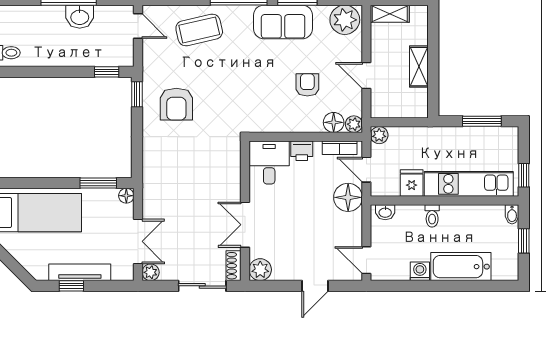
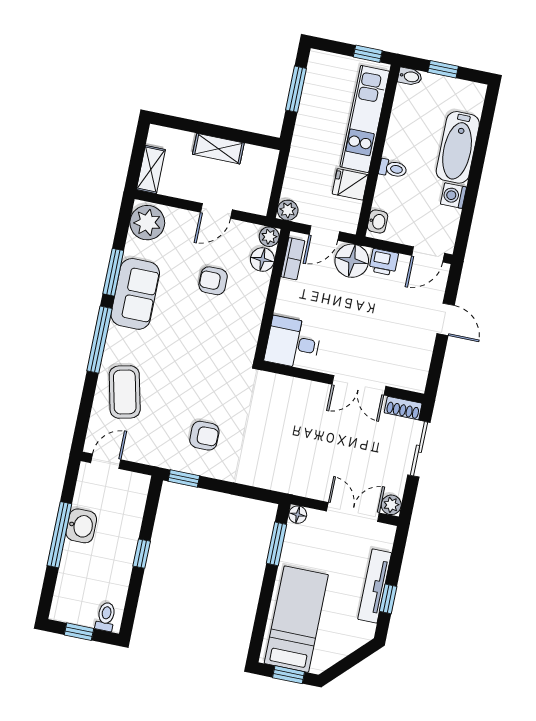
window: (107, 72) -> (142, 554), moved
armchair: (176, 104) -> (204, 436), width x0.72, depth x0.72
printer: (302, 151) -> (384, 262), moved, turned 90
plant: (260, 270) -> (414, 378), removed

